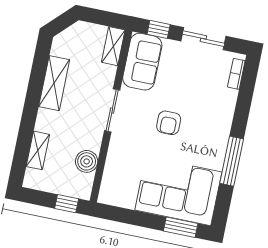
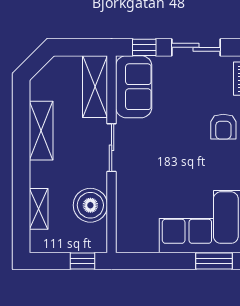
shelving: (113, 46) -> (95, 87), width x1.50, depth x1.33
armchair: (169, 123) -> (223, 127), moved
boiler: (87, 161) -> (90, 205), width x1.37, depth x1.37

